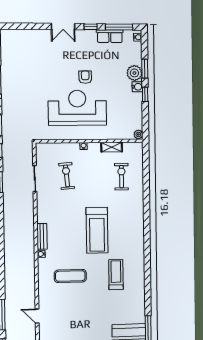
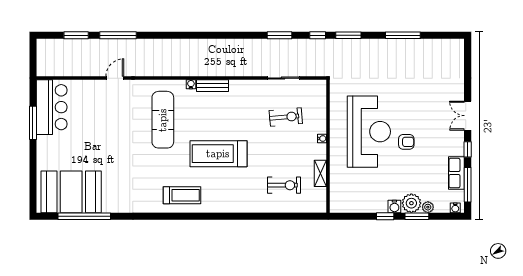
plant: (138, 134) -> (428, 207), moved
treadmill: (116, 275) -> (182, 195), moved
exercise mat: (70, 276) -> (163, 120), width x1.36, depth x1.45

